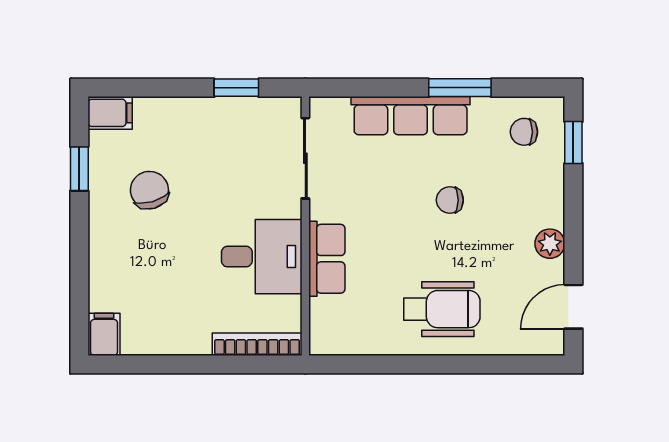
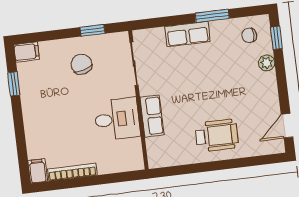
row of seats: (411, 116) -> (187, 34), width x0.68
chair: (149, 190) -> (81, 64), moved
chair: (450, 200) -> (214, 77), removed
plant: (550, 244) -> (267, 63), moved
bookcase: (257, 344) -> (72, 172), moved

